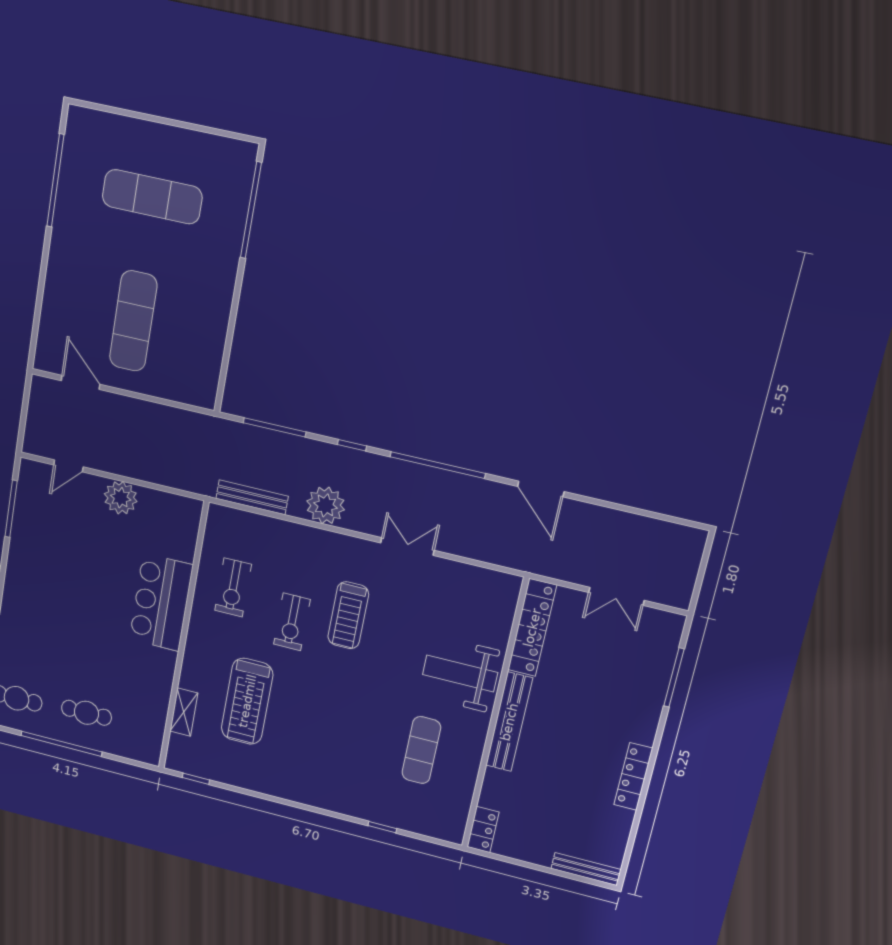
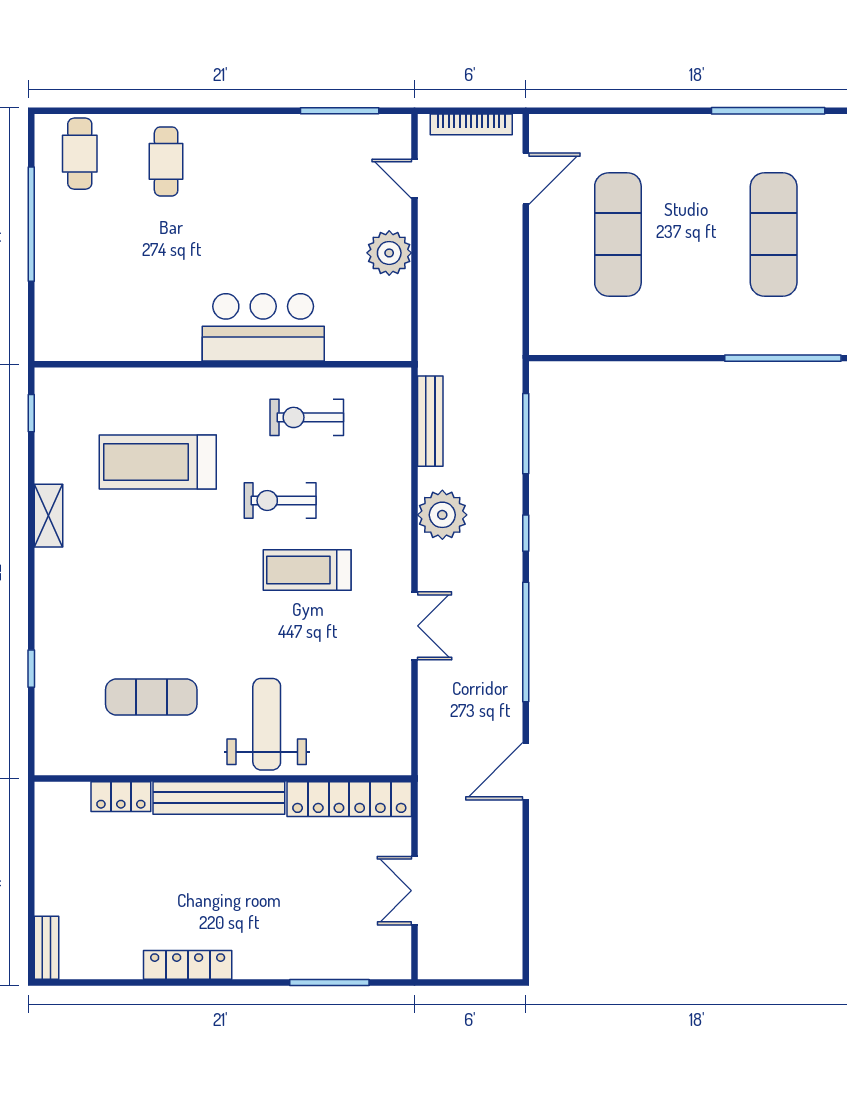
exercise mat: (133, 321) -> (618, 234), turned 90
bookcase: (34, 414) -> (471, 124), added
shelving: (184, 712) -> (49, 516), moved, turned 90
cafe table: (86, 713) -> (166, 161), moved
locker: (483, 829) -> (121, 797), moved
bench: (586, 869) -> (46, 948), width x0.73

